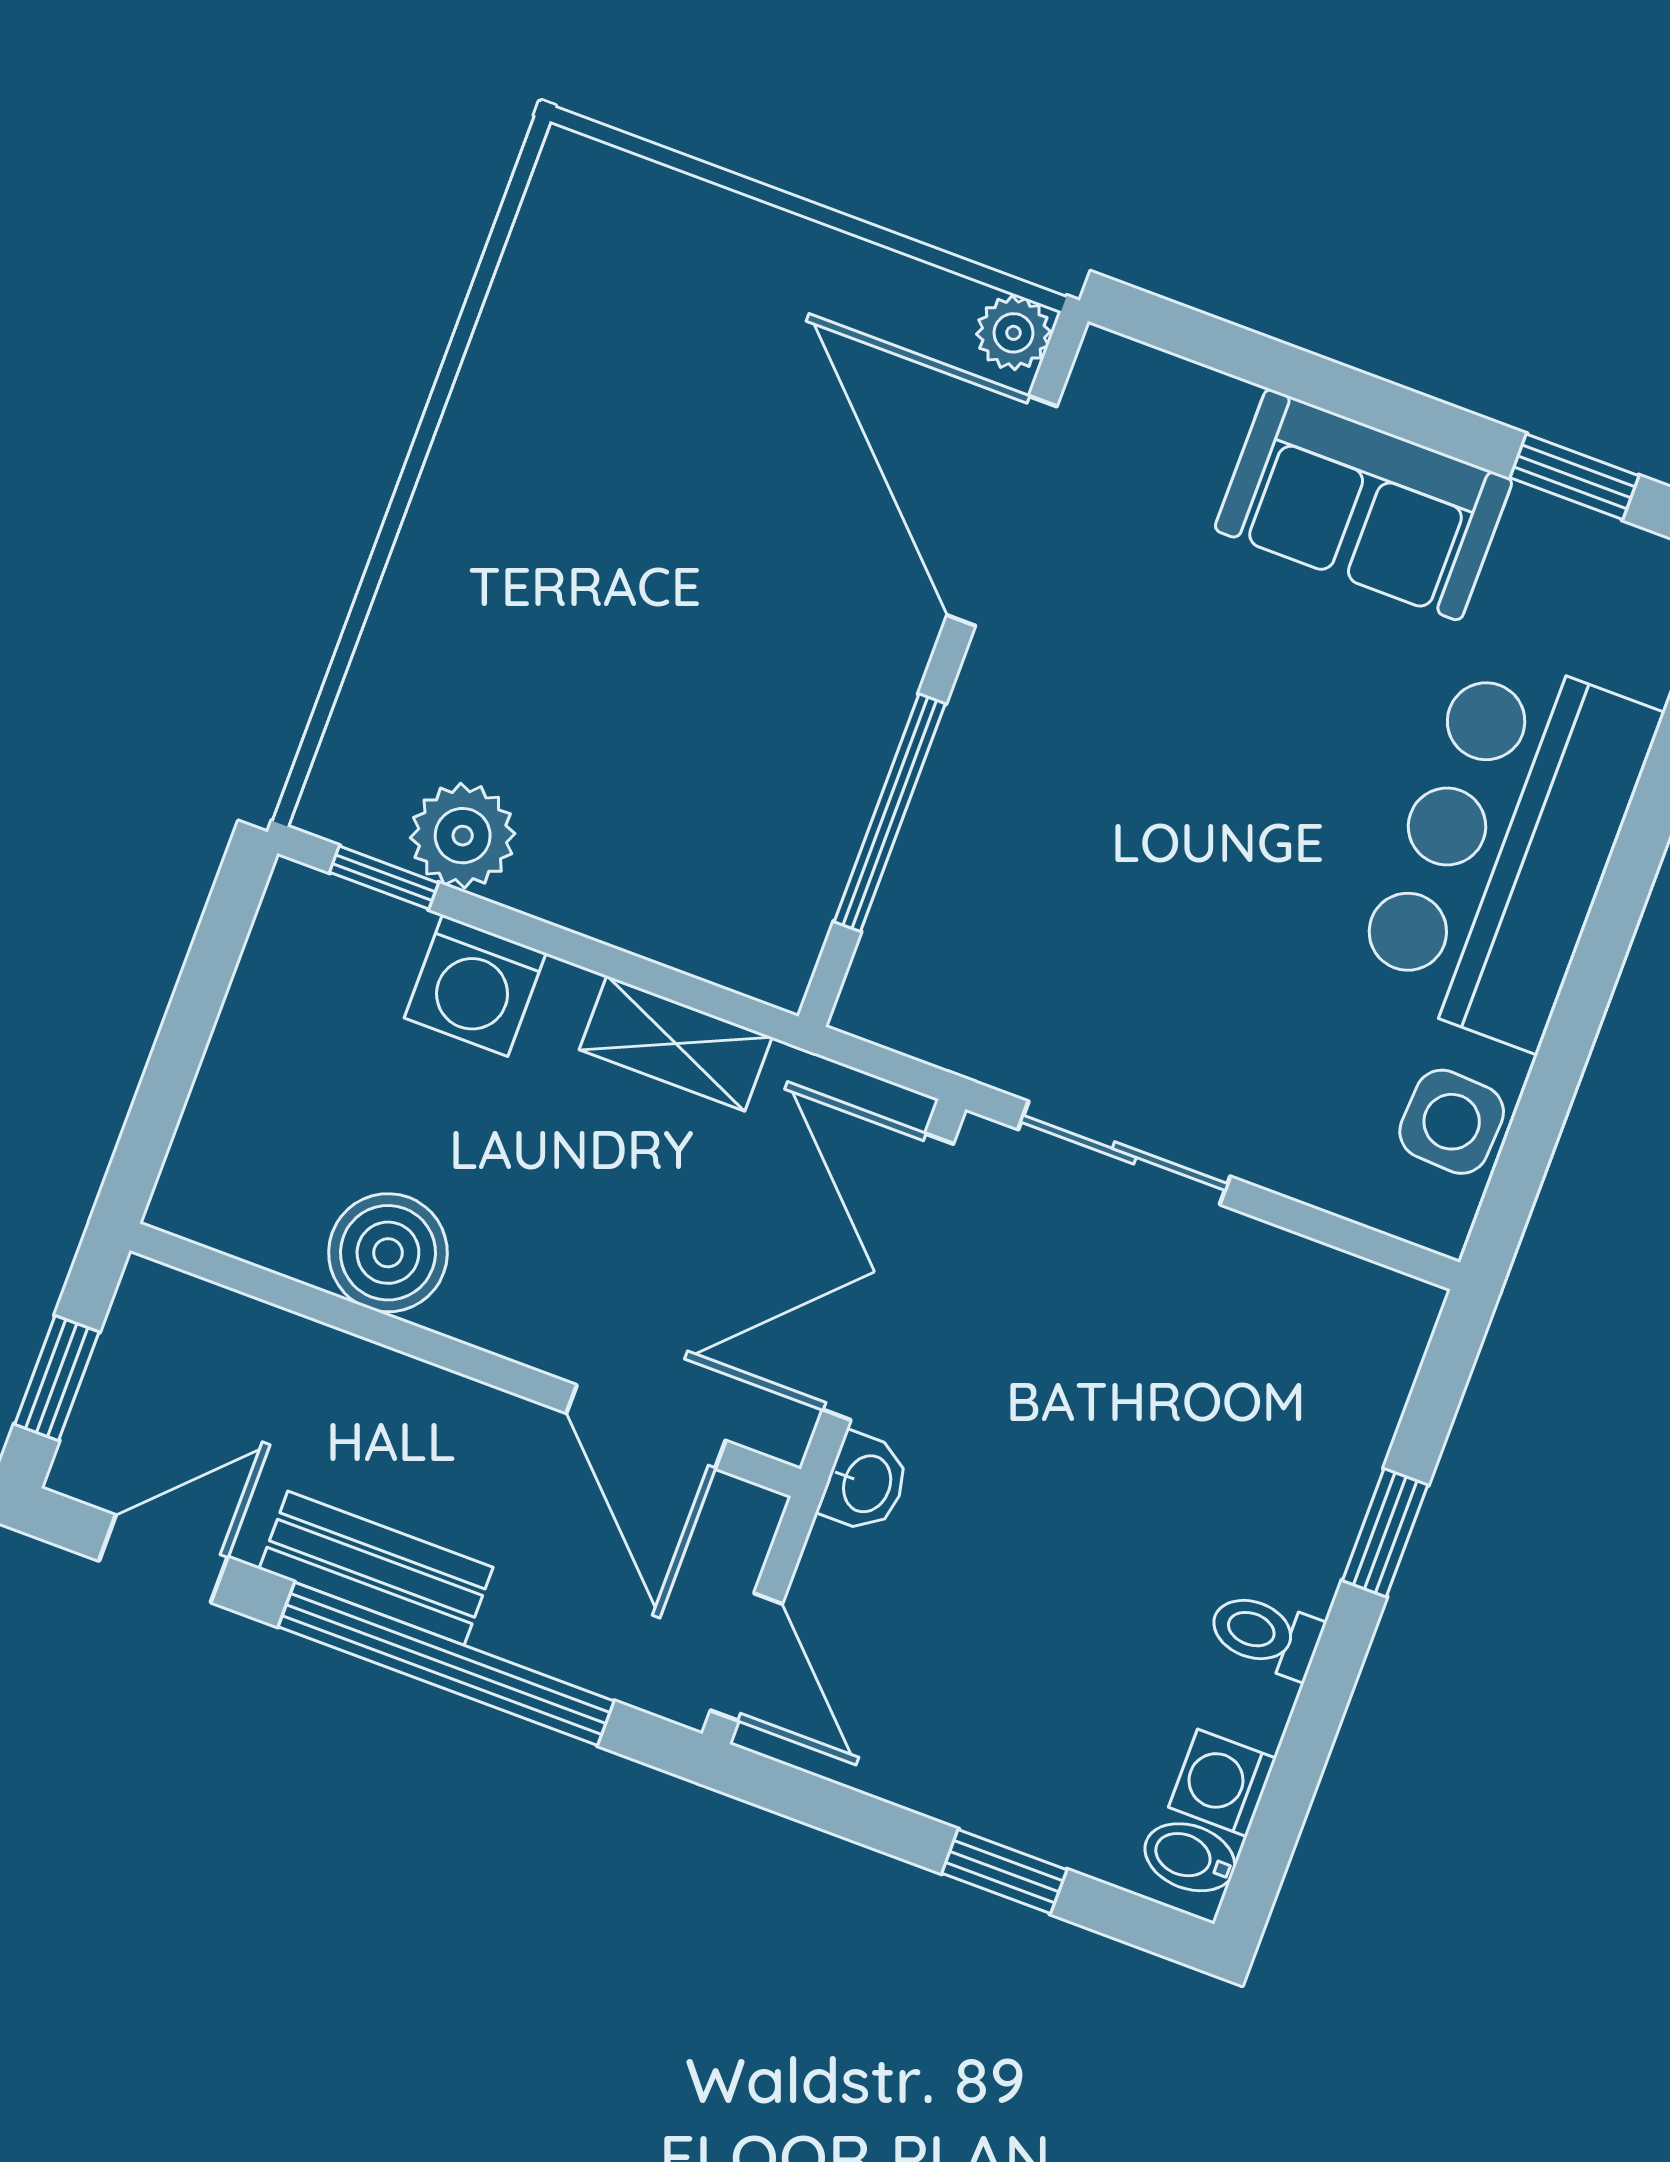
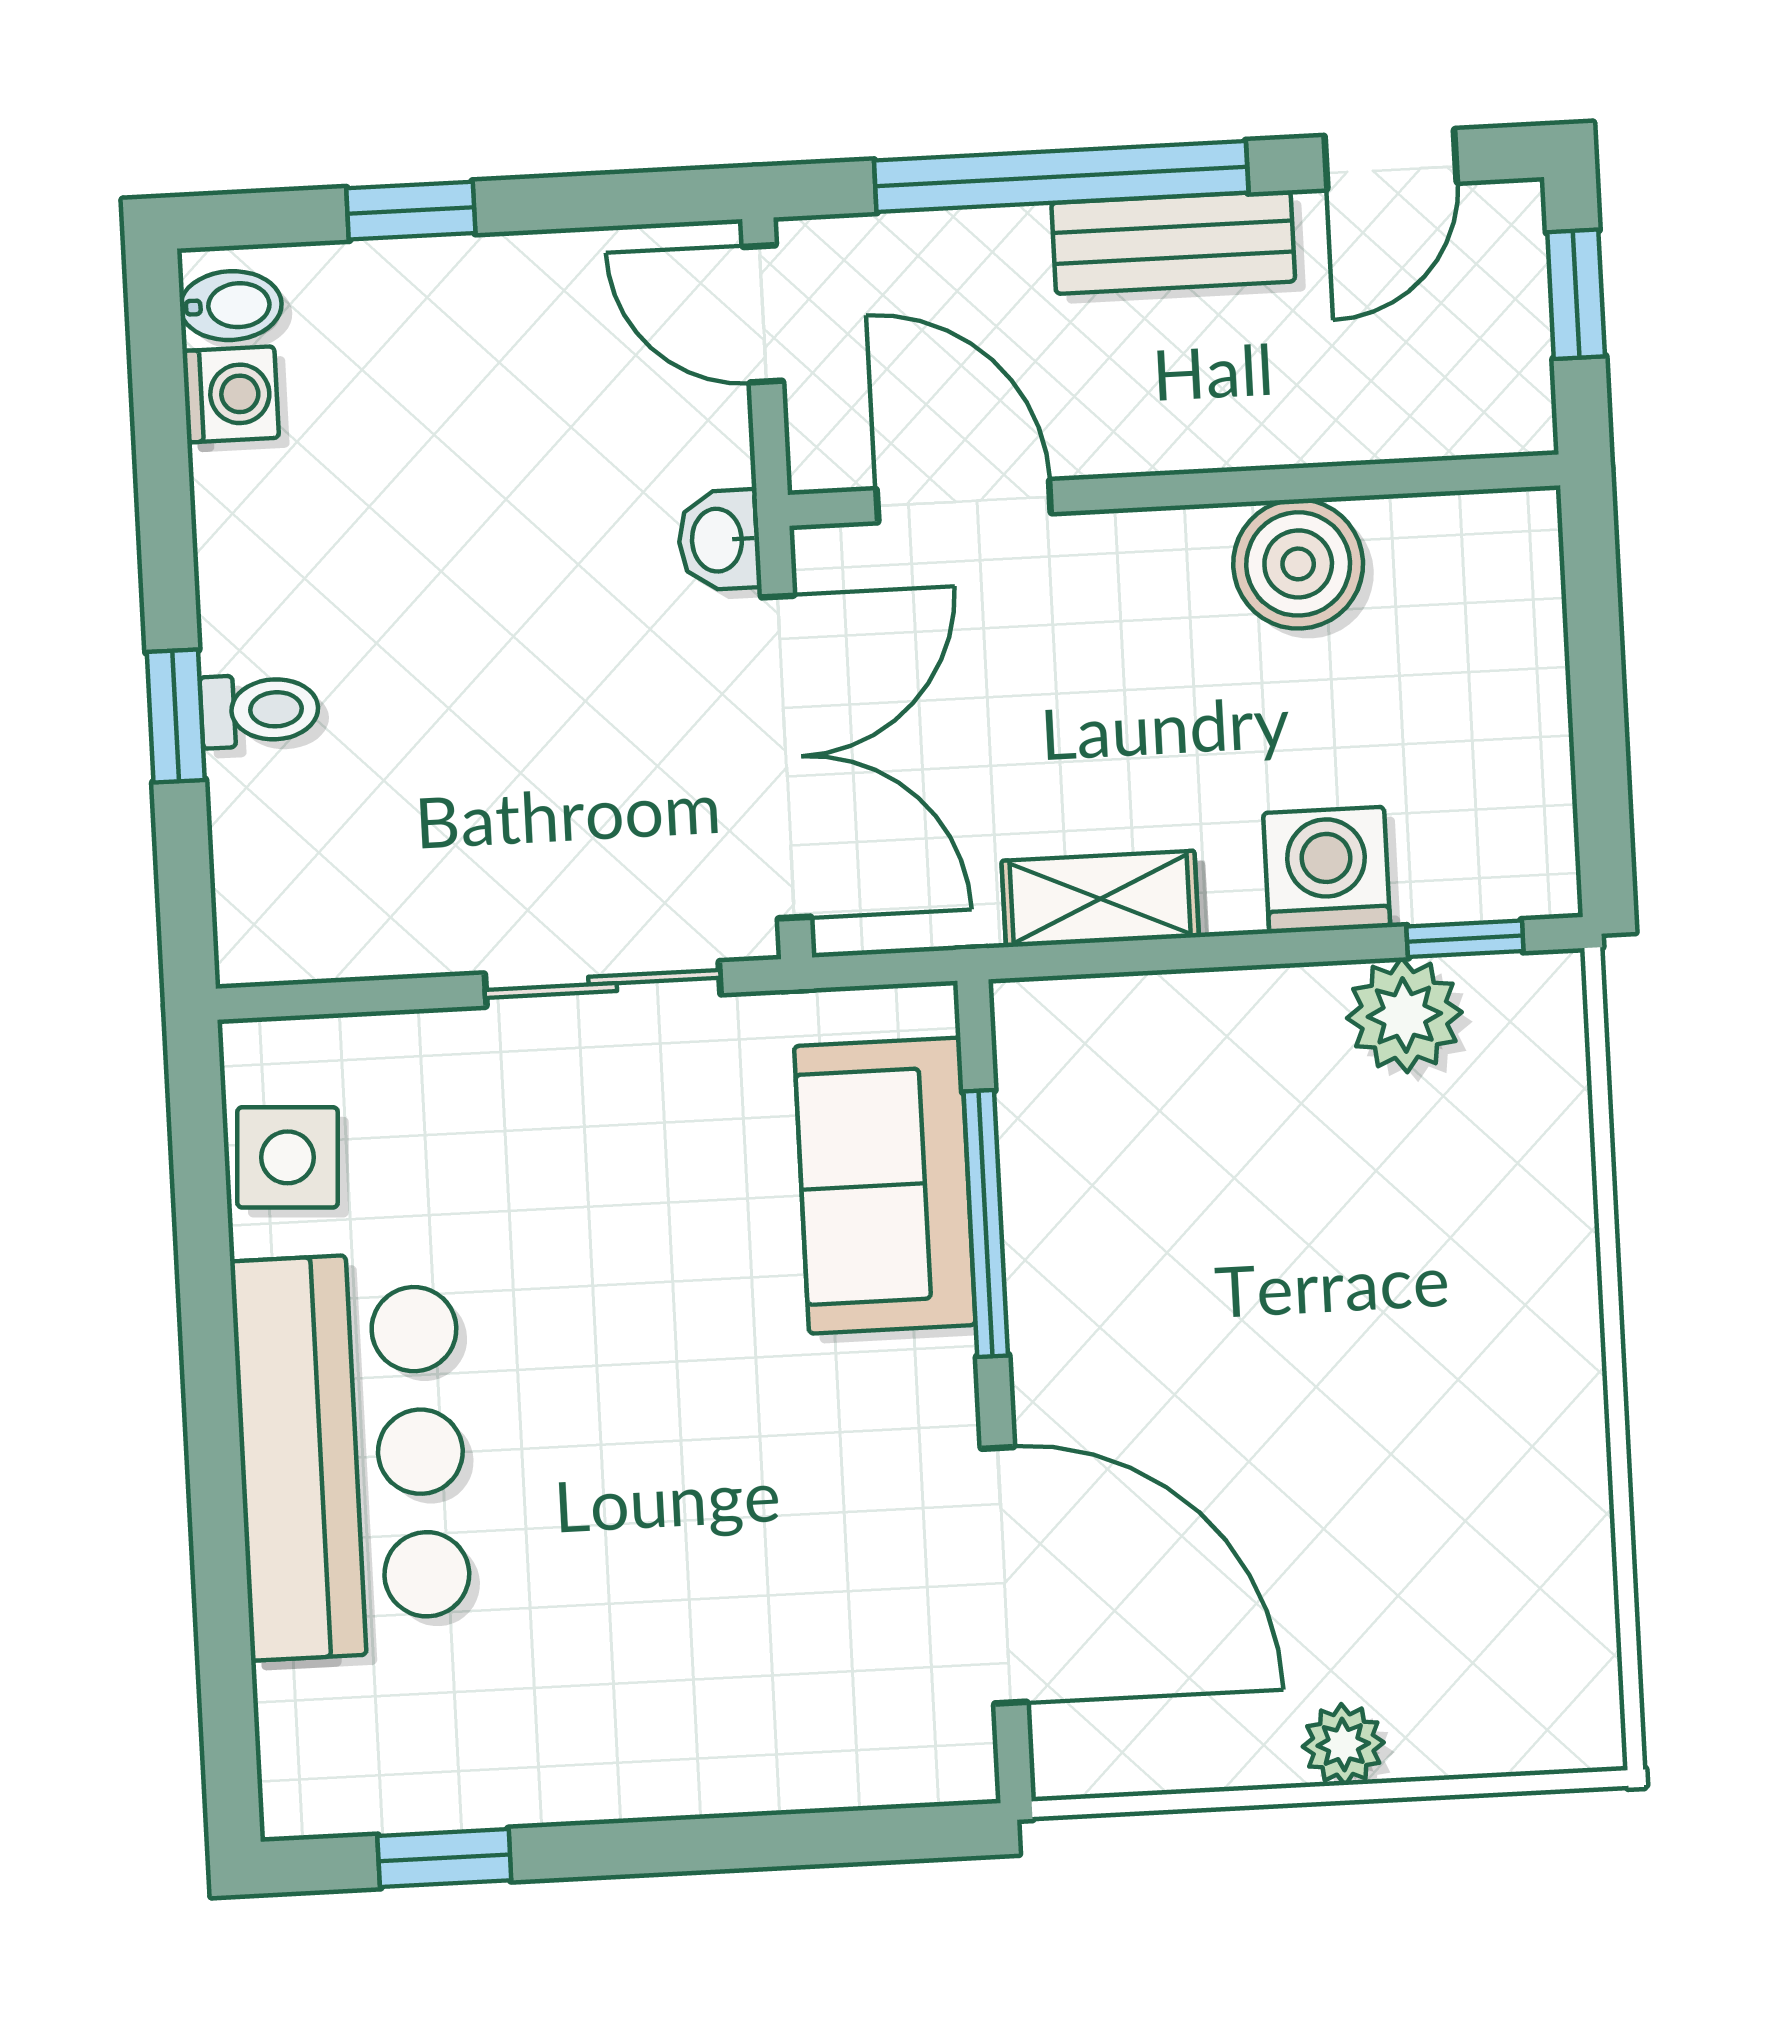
plant: (1013, 333) -> (1343, 1745), moved
sofa: (1363, 505) -> (885, 1186), moved, turned -90
toilet: (1265, 1634) -> (260, 710), moved

